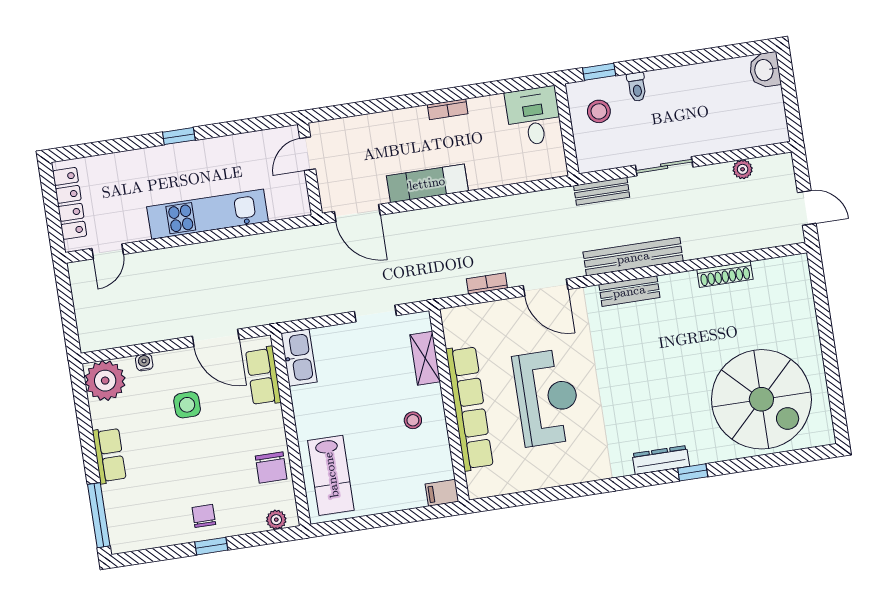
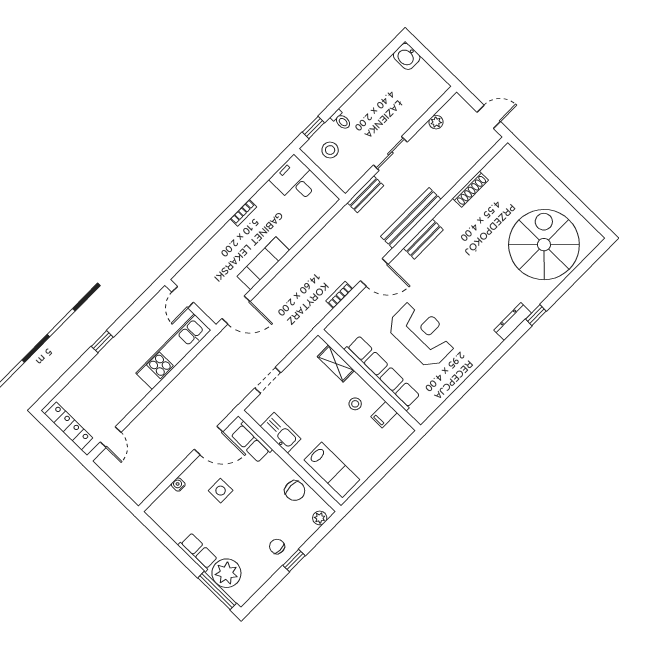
kitchen unit: (208, 214) -> (173, 352), moved
doorway: (375, 313) -> (268, 380), moved
kitchen sink: (299, 358) -> (281, 433), moved
plant: (105, 381) -> (226, 573), moved
spiral stairs: (761, 399) -> (544, 245), turned -90
filing cabinet: (442, 493) -> (384, 415), moved

